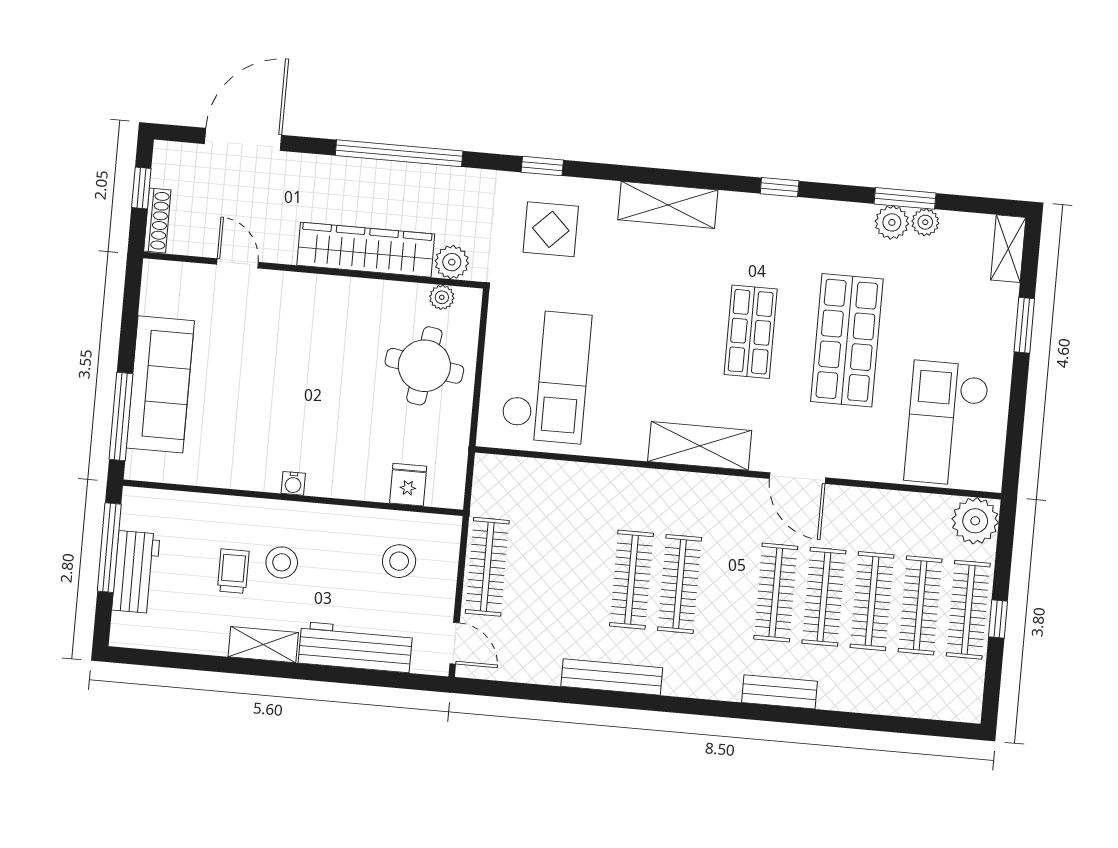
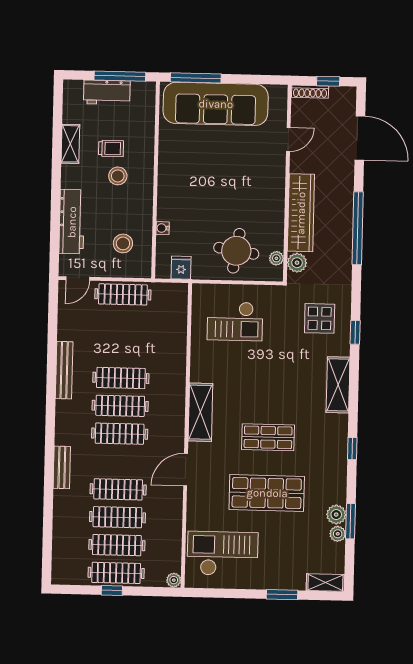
window: (542, 166) -> (355, 332), moved
checkout: (546, 376) -> (235, 321), width x0.73, depth x0.83
sofa: (160, 384) -> (216, 104), width x1.36, depth x1.27
water cooler: (293, 483) -> (163, 228), moved
fridge: (408, 485) -> (181, 268), moved, turned -90
plant: (975, 521) -> (174, 580), width x0.53, depth x0.53
clothes rail: (776, 593) -> (120, 434), moved
shelving: (263, 645) -> (70, 144), moved

